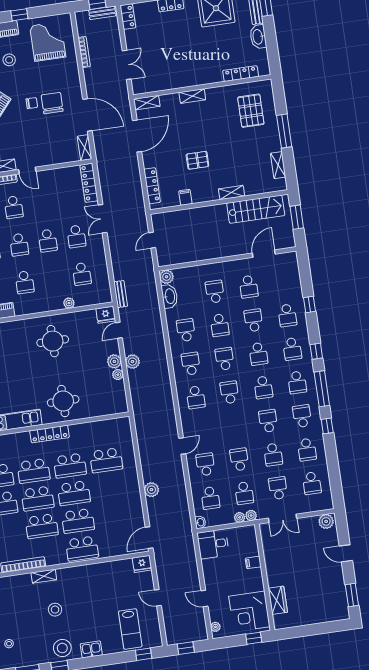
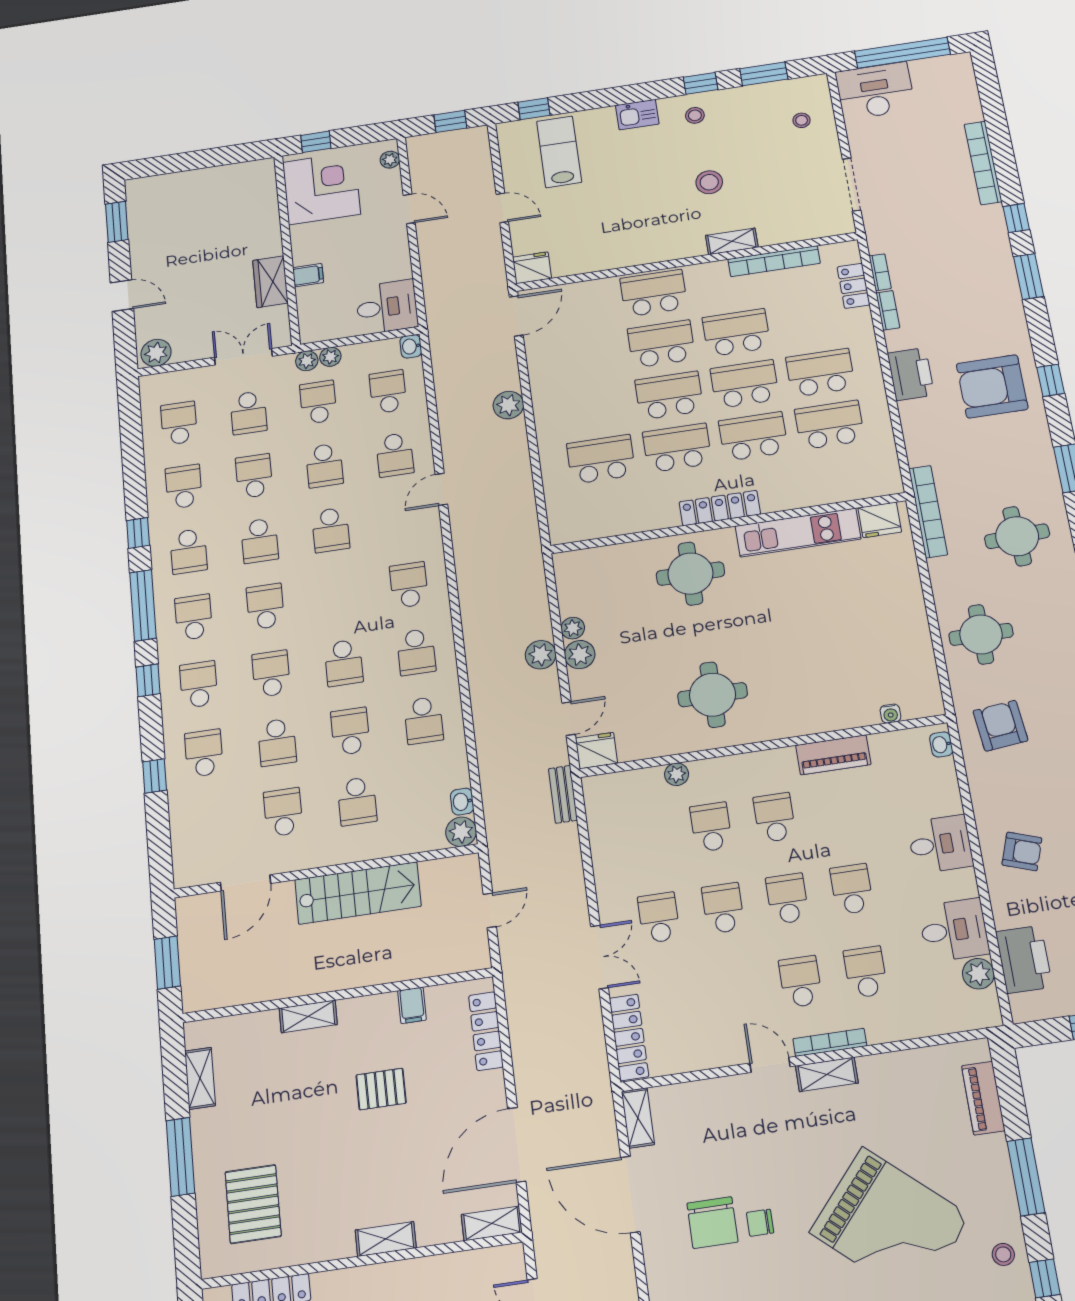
stairs: (256, 209) -> (358, 893), moved, turned 180
school desk: (82, 274) -> (711, 827), moved
washbasin: (170, 296) -> (462, 802), width x0.52, depth x0.69
school desk: (229, 392) -> (331, 530), moved
wardrobe: (278, 600) -> (270, 282), moved
stool: (62, 648) -> (695, 115), width x0.53, depth x0.53

